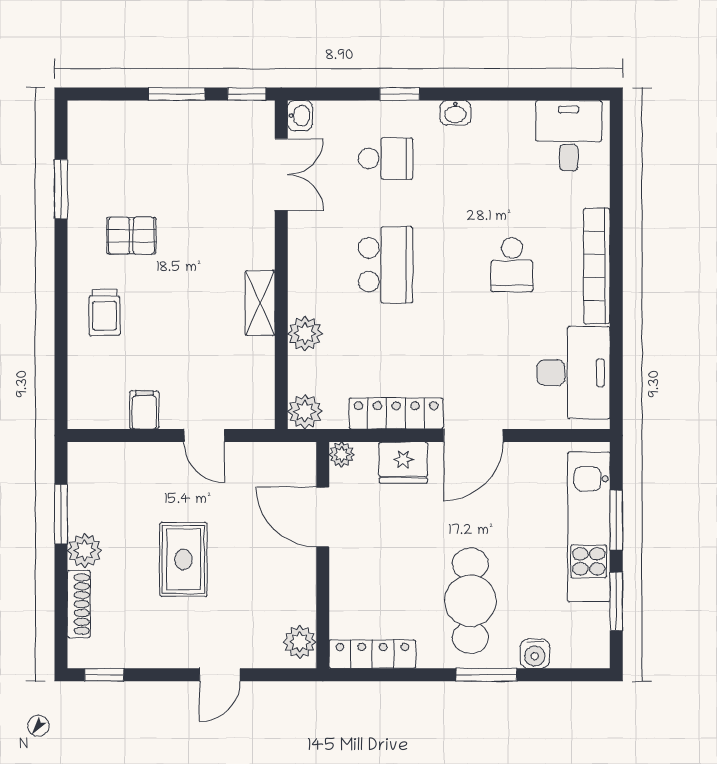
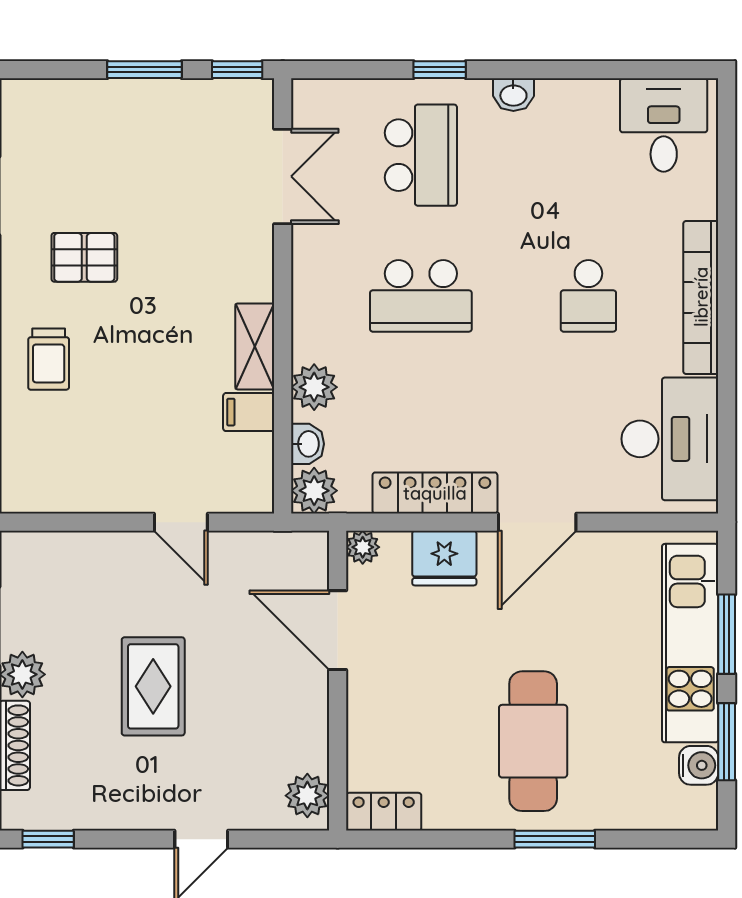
washbasin: (300, 116) -> (308, 444), moved
school desk: (385, 158) -> (421, 155), width x1.85
school desk: (385, 265) -> (421, 296), turned 90
filing cabinet: (144, 410) -> (249, 412), moved, turned -90
locker: (372, 654) -> (384, 812), width x0.66
water cooler: (535, 654) -> (699, 765), moved, turned -90

